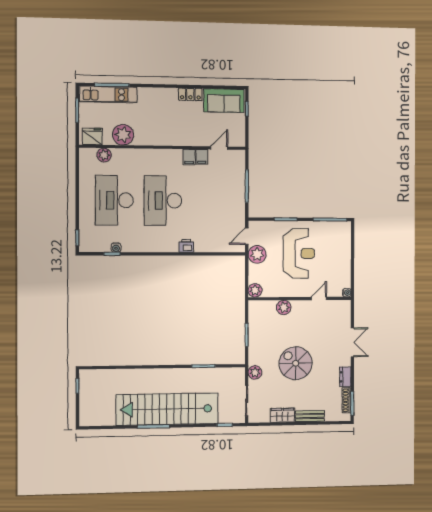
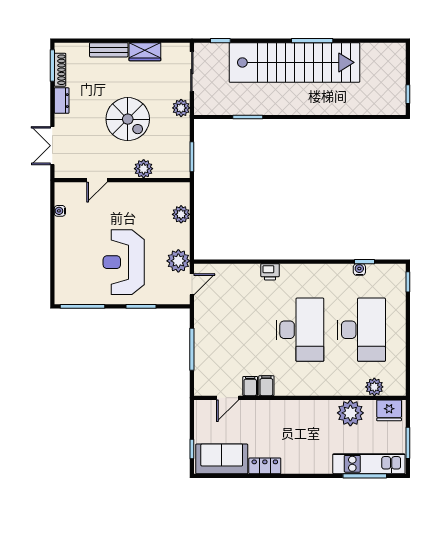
door: (319, 298) -> (97, 180), moved
wall: (300, 299) -> (122, 180), moved
plant: (284, 307) -> (144, 169), moved

